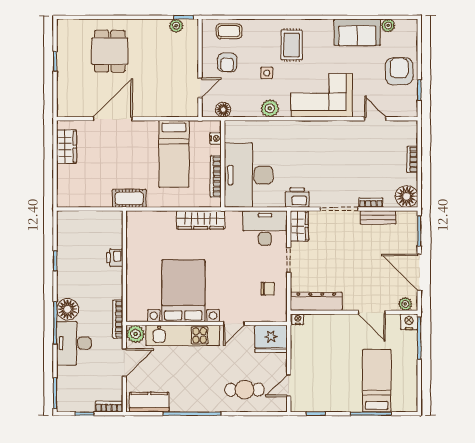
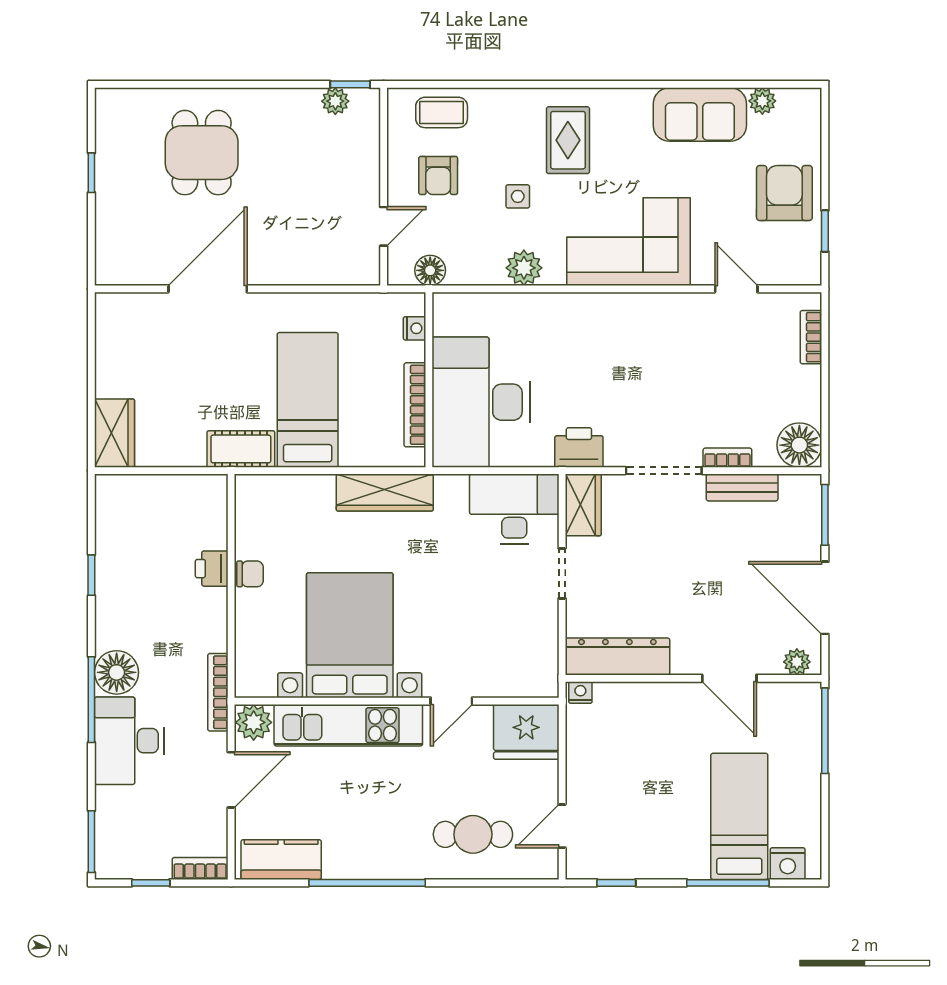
wardrobe: (67, 147) -> (115, 433), moved
bed: (174, 154) -> (308, 400), moved, turned 180
bookcase: (412, 159) -> (811, 337), moved
chair: (268, 289) -> (250, 574), moved
nightstand: (409, 322) -> (788, 864), moved, turned 180

